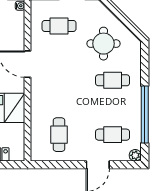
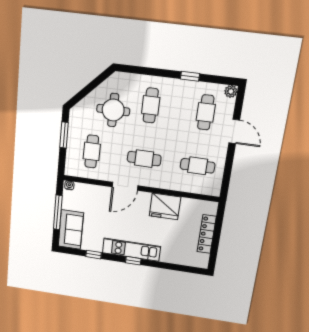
cafe table: (59, 80) -> (144, 159), added
window: (145, 115) -> (190, 76), width x0.32

